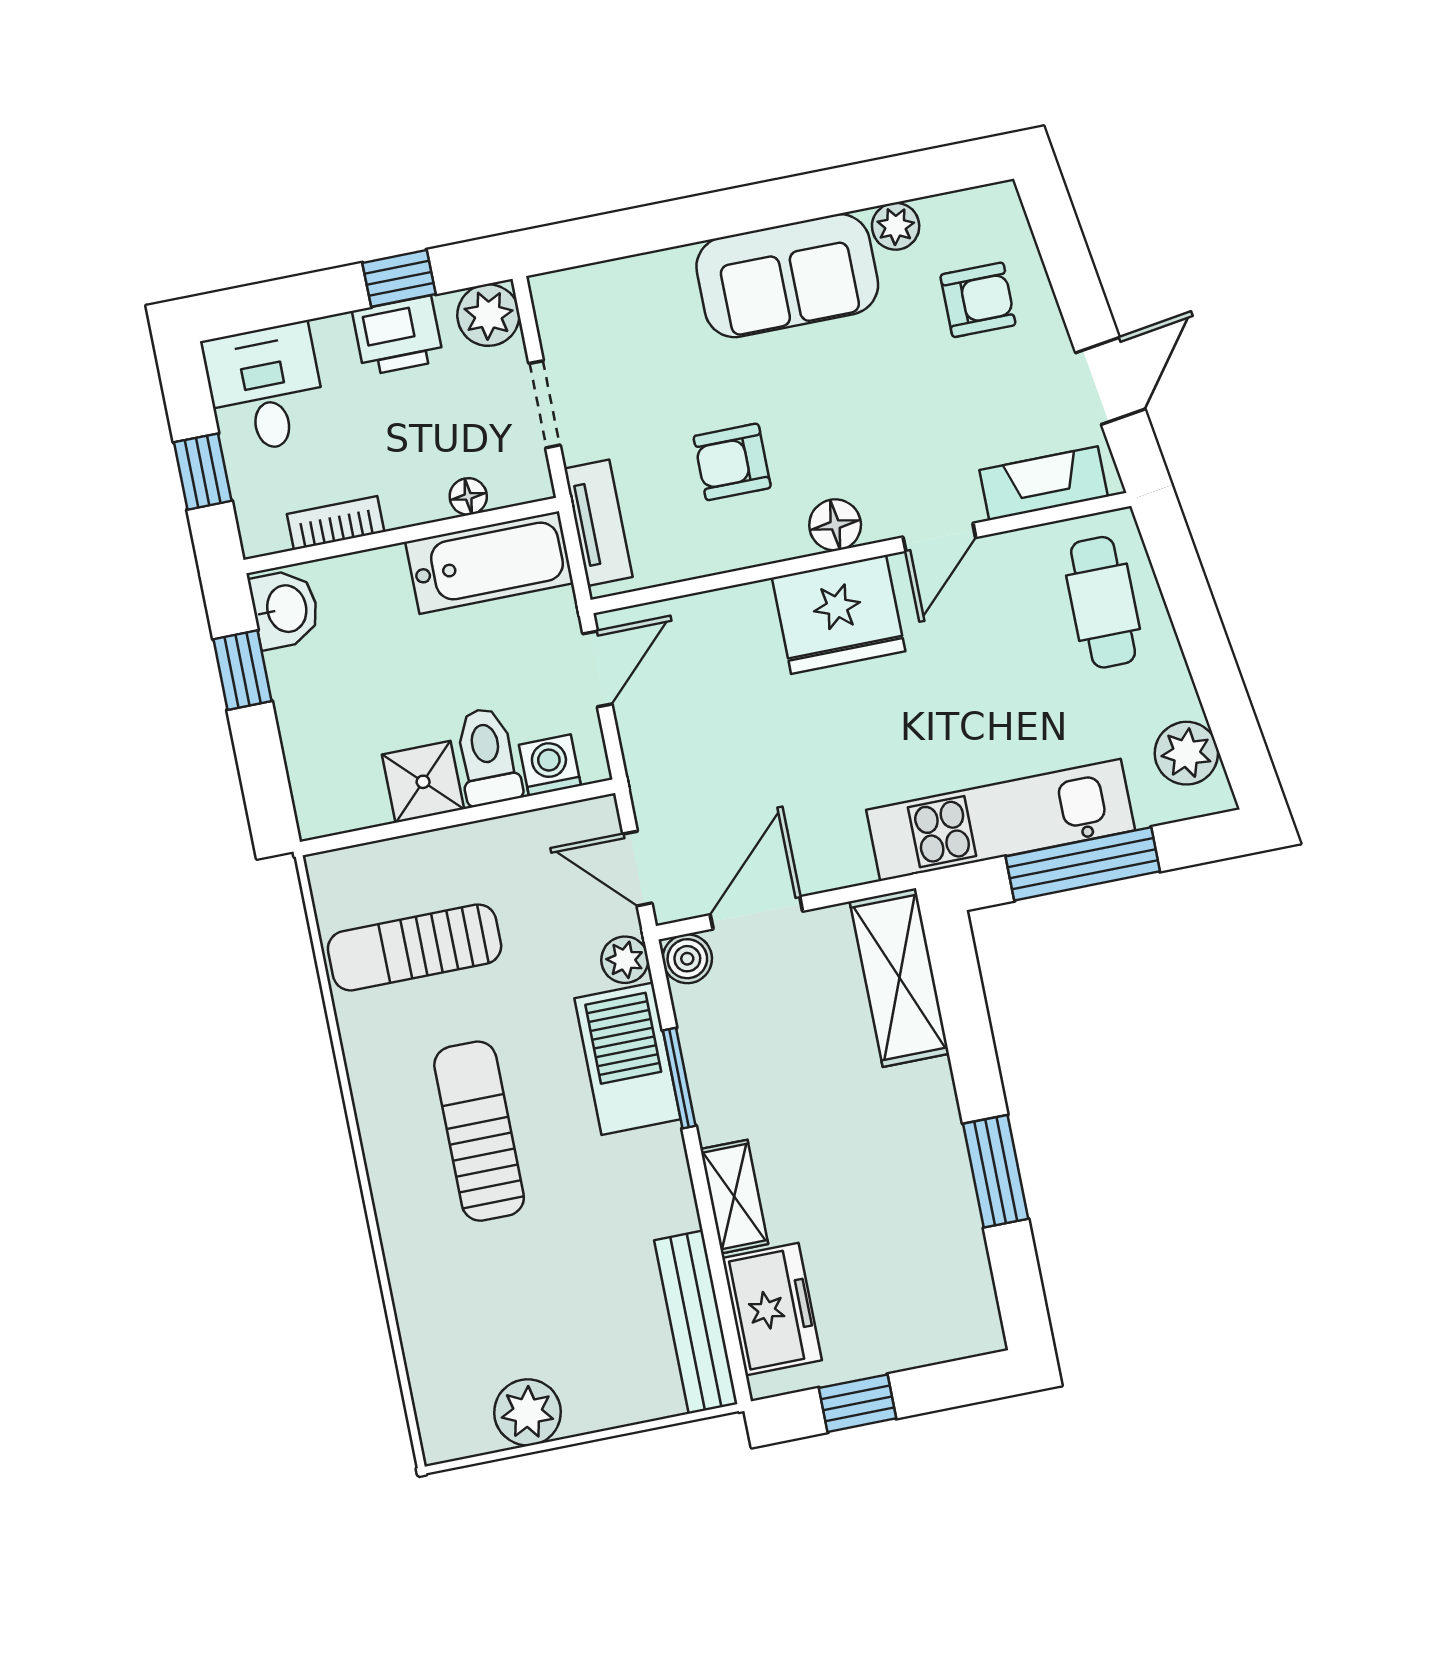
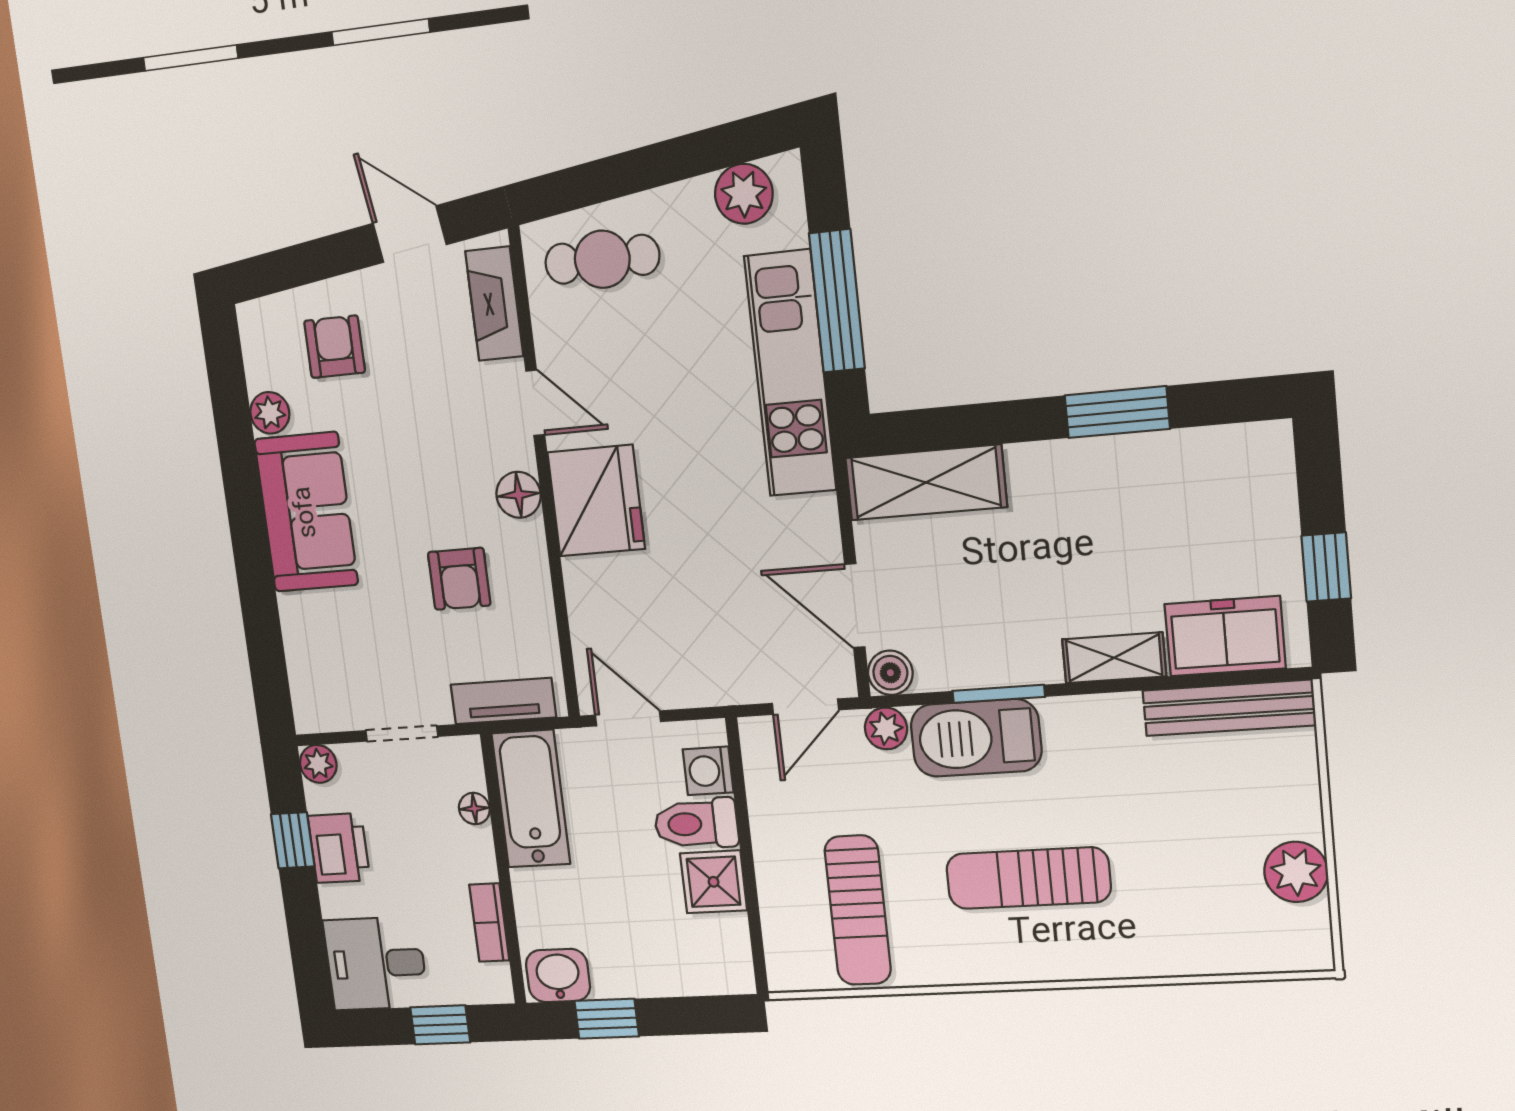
plant: (488, 315) -> (318, 764), width x0.73, depth x0.73

